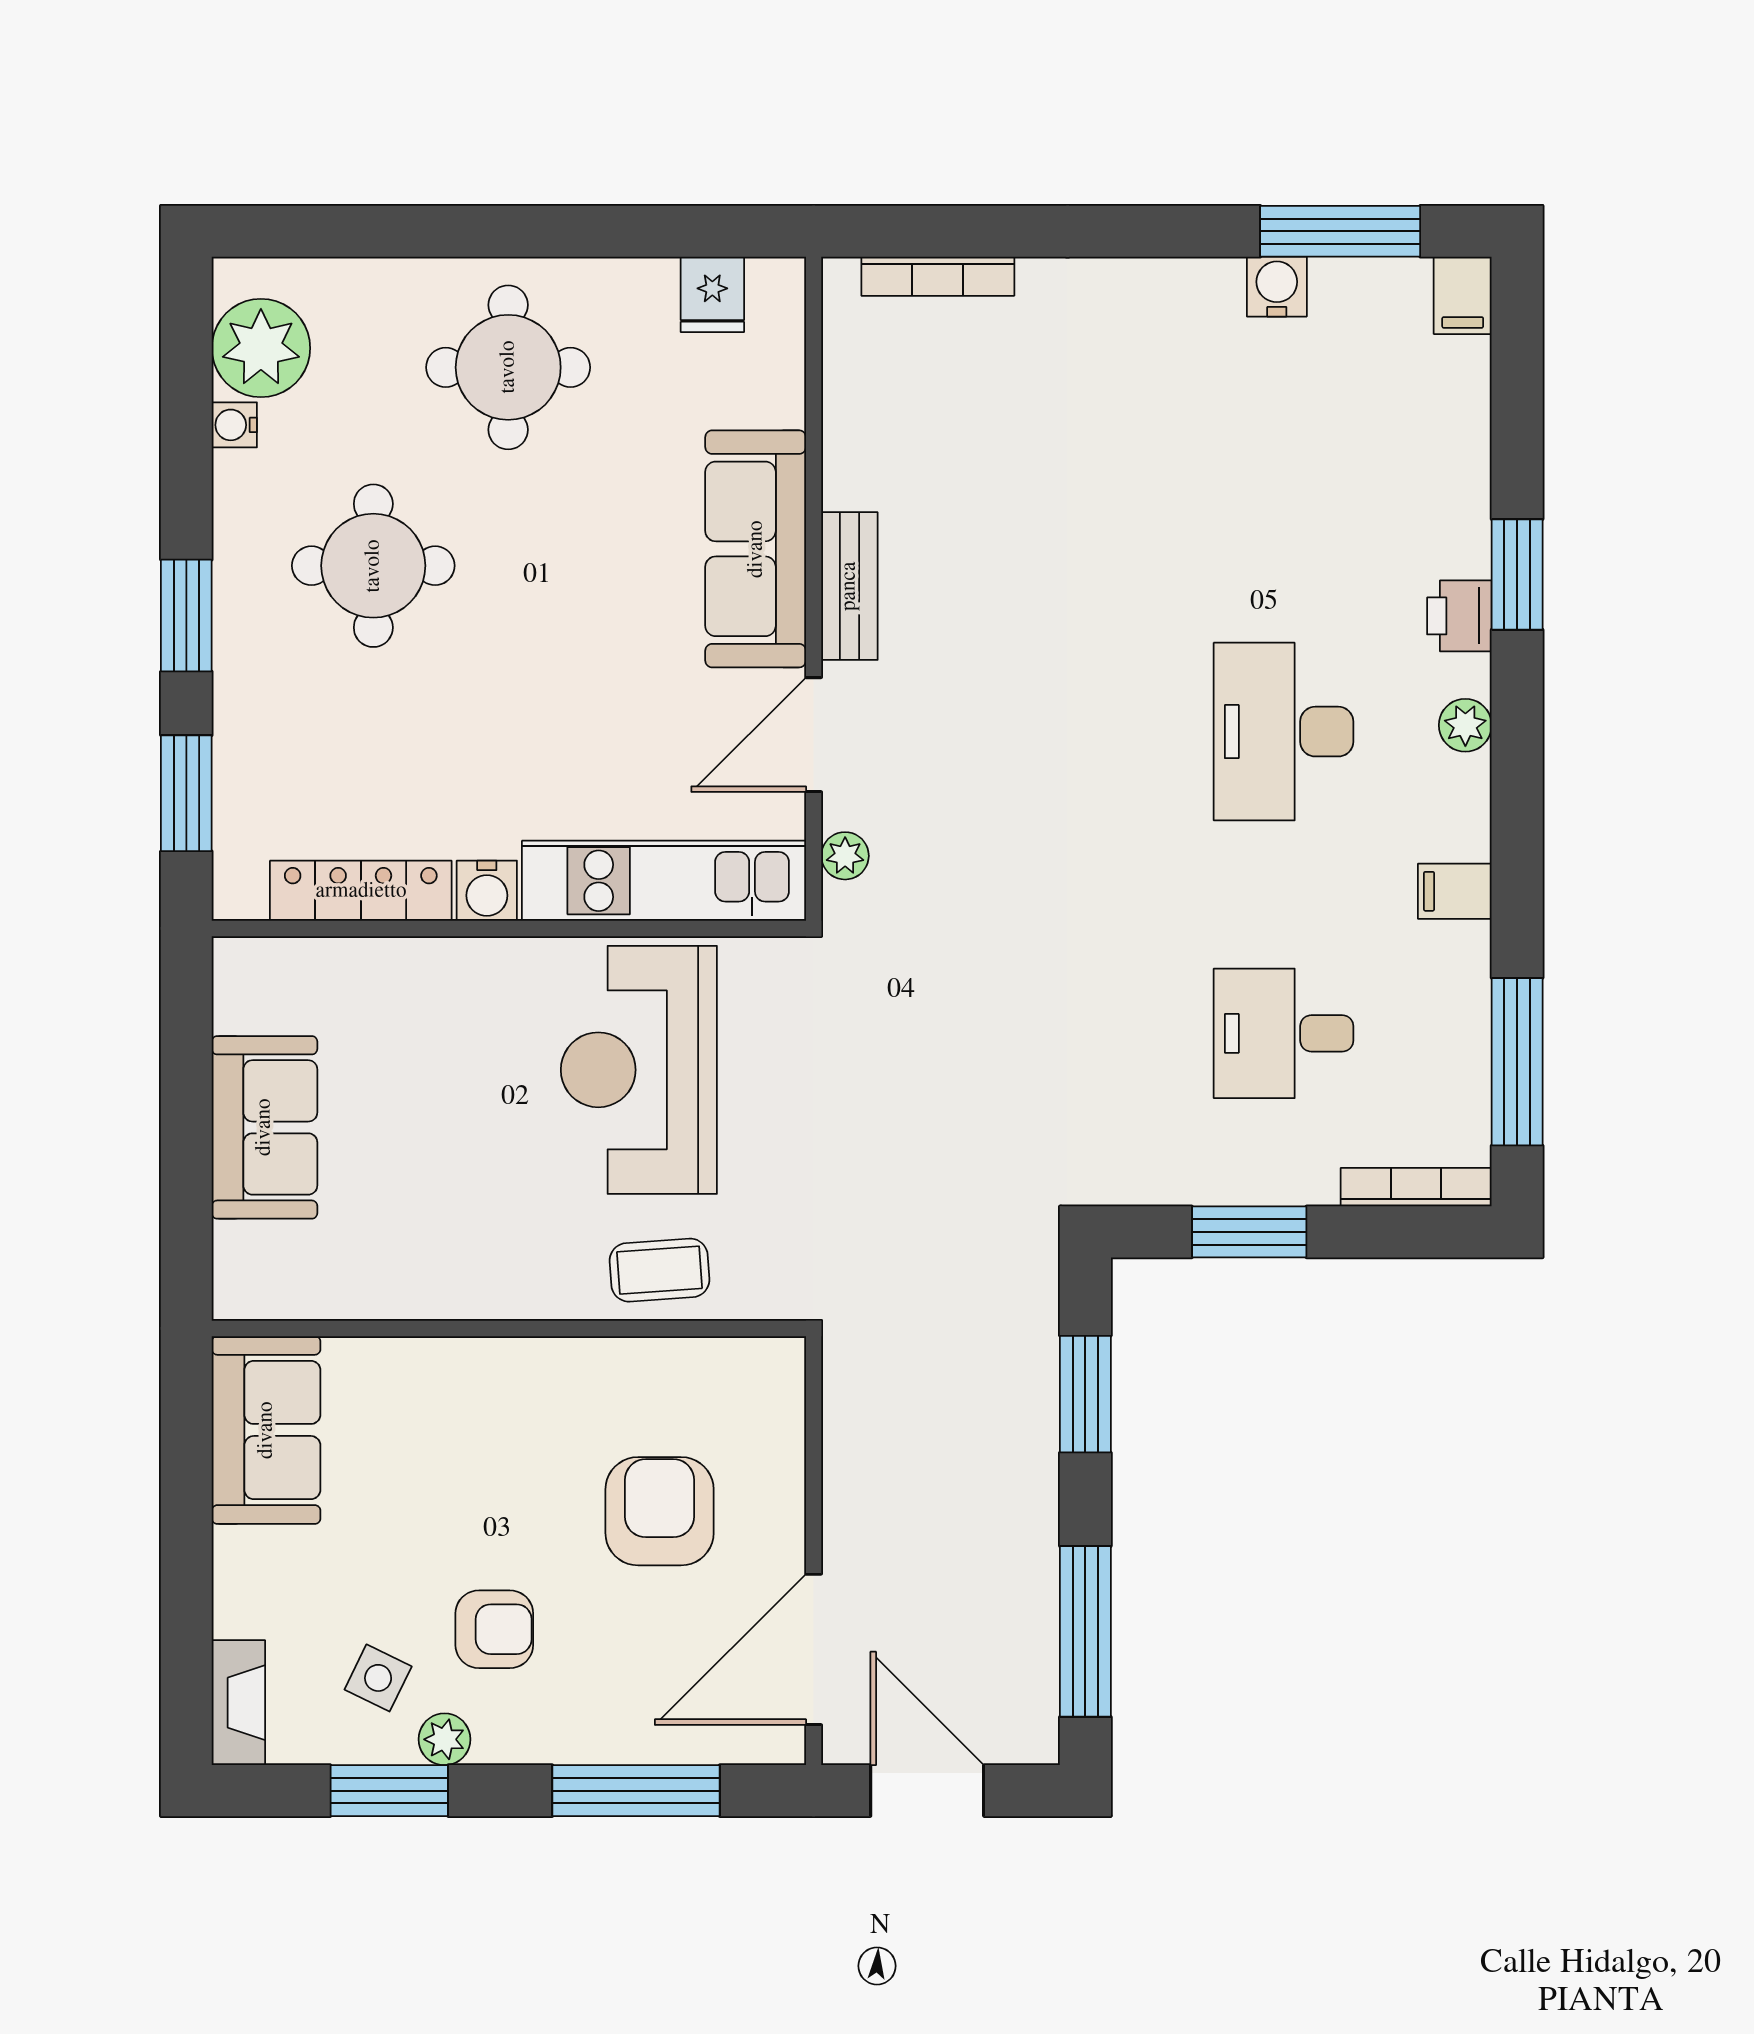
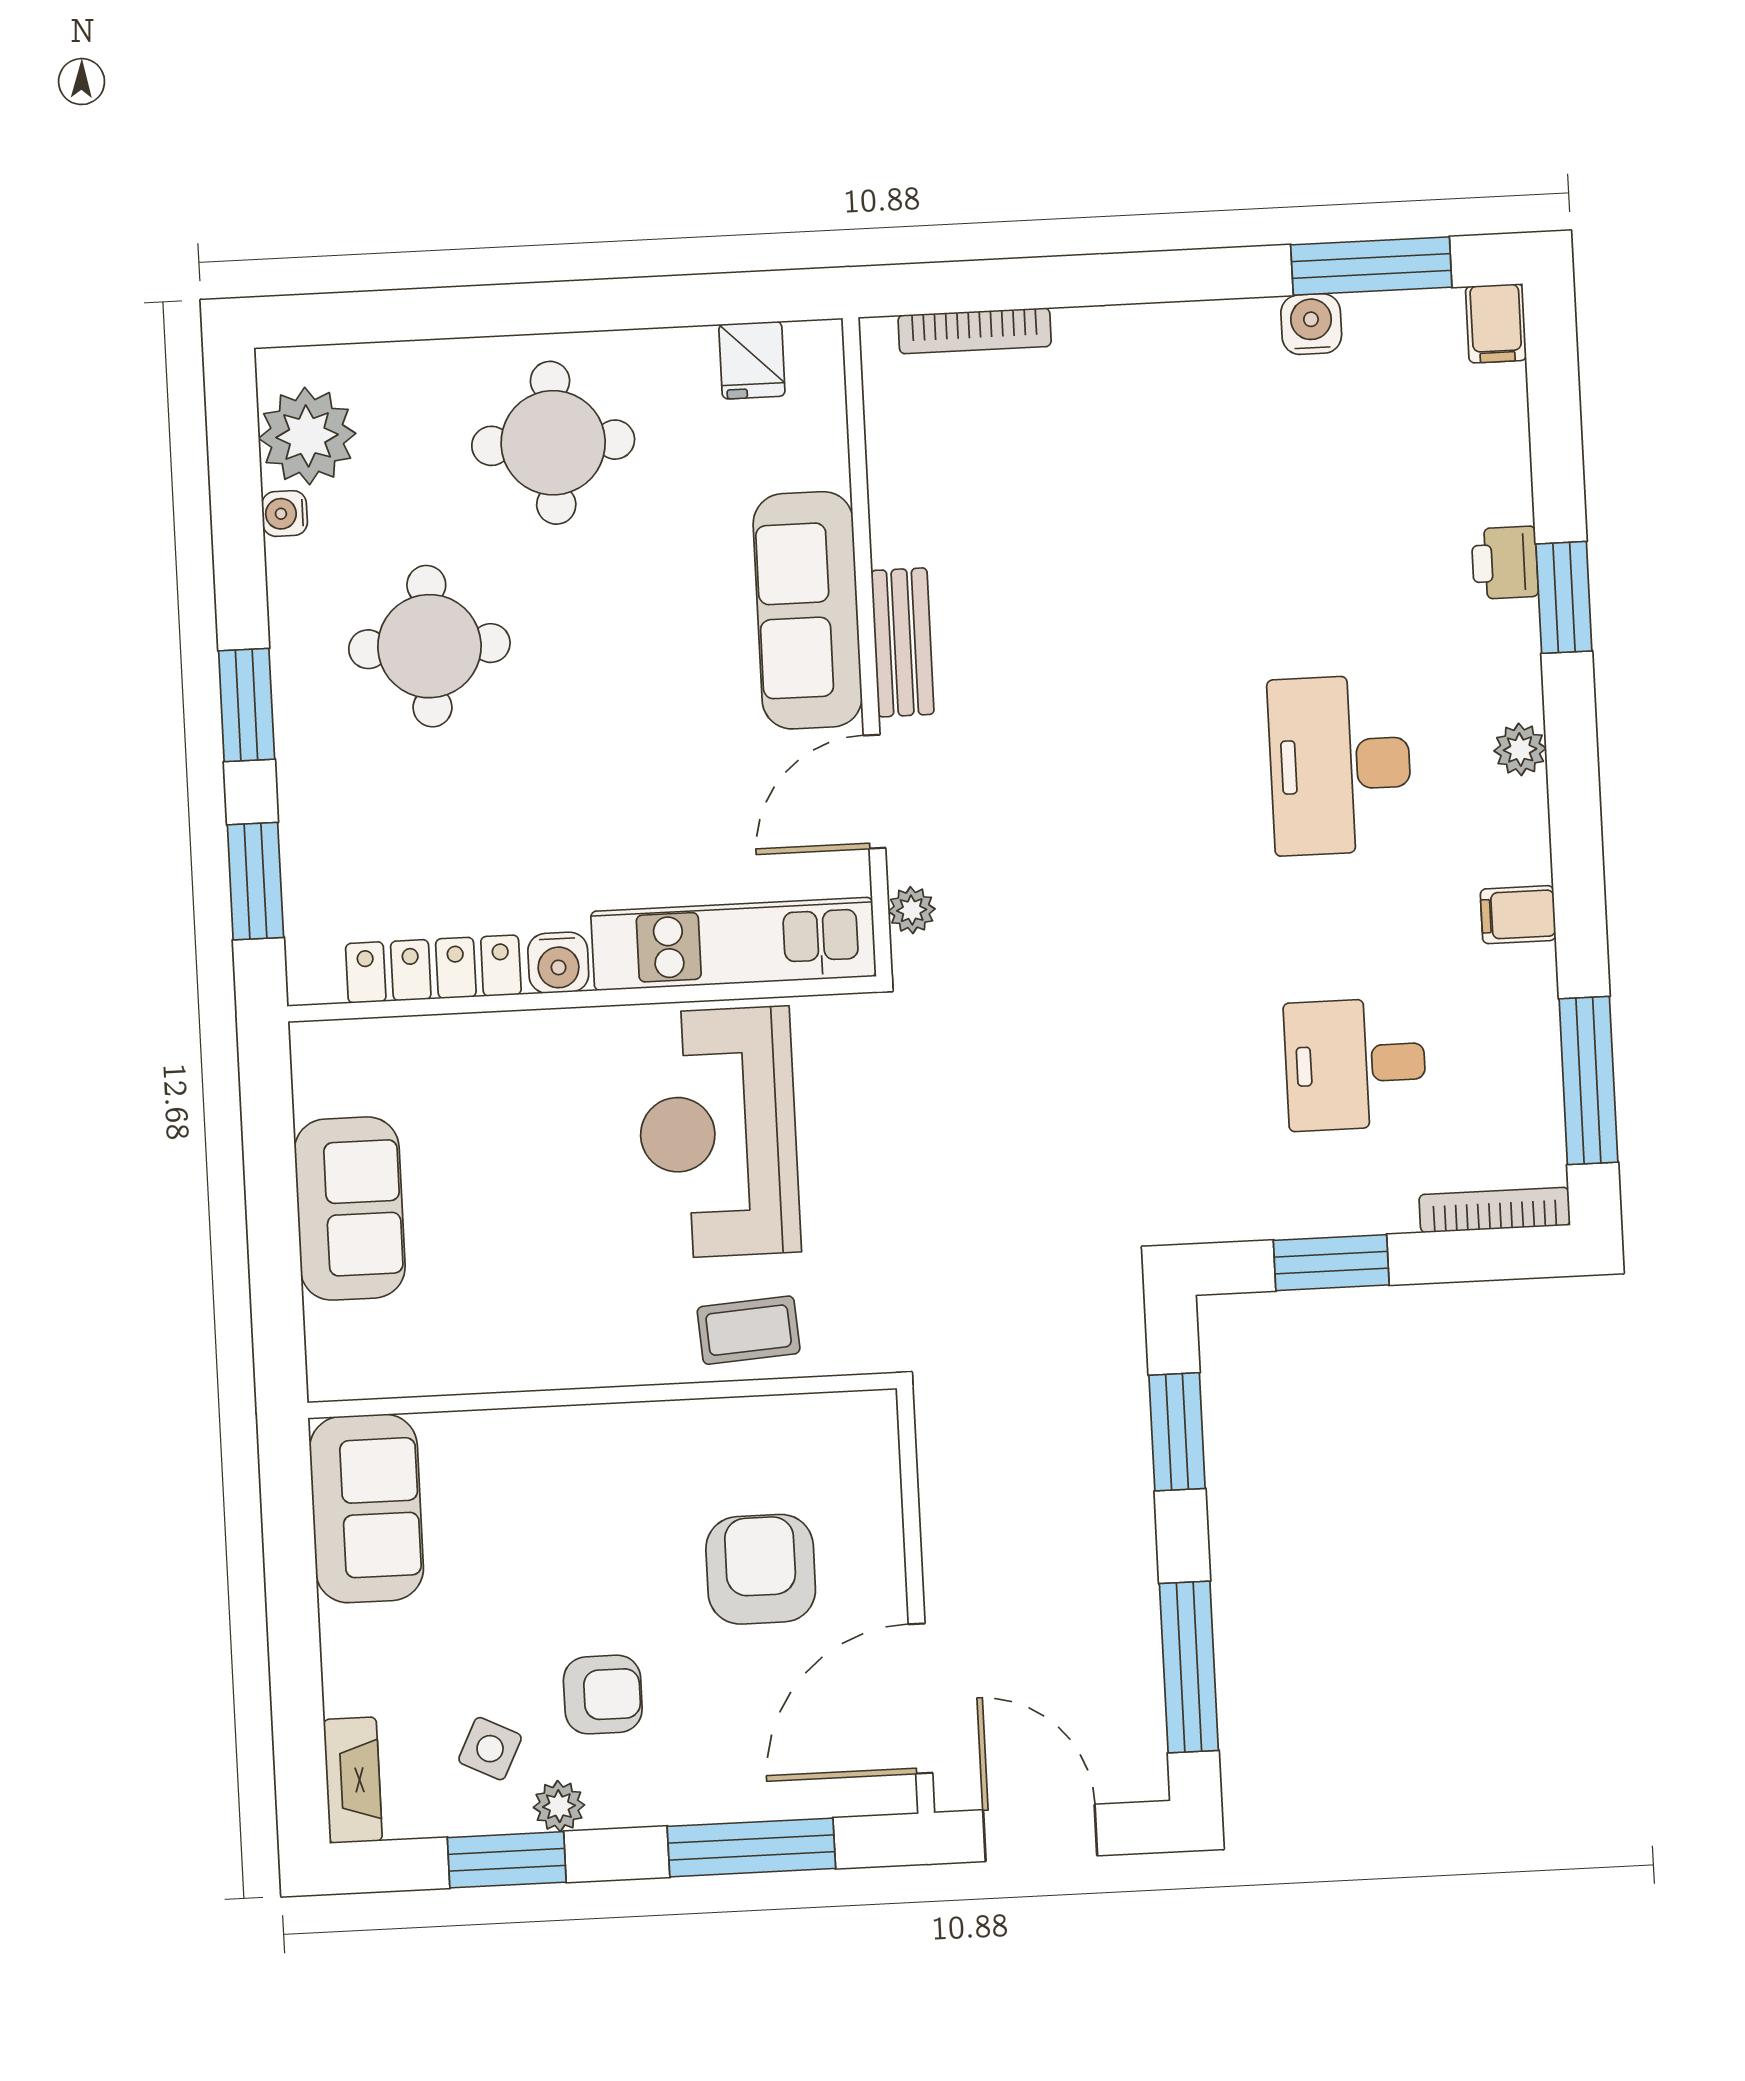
printer: (1459, 616) -> (1505, 563), moved

